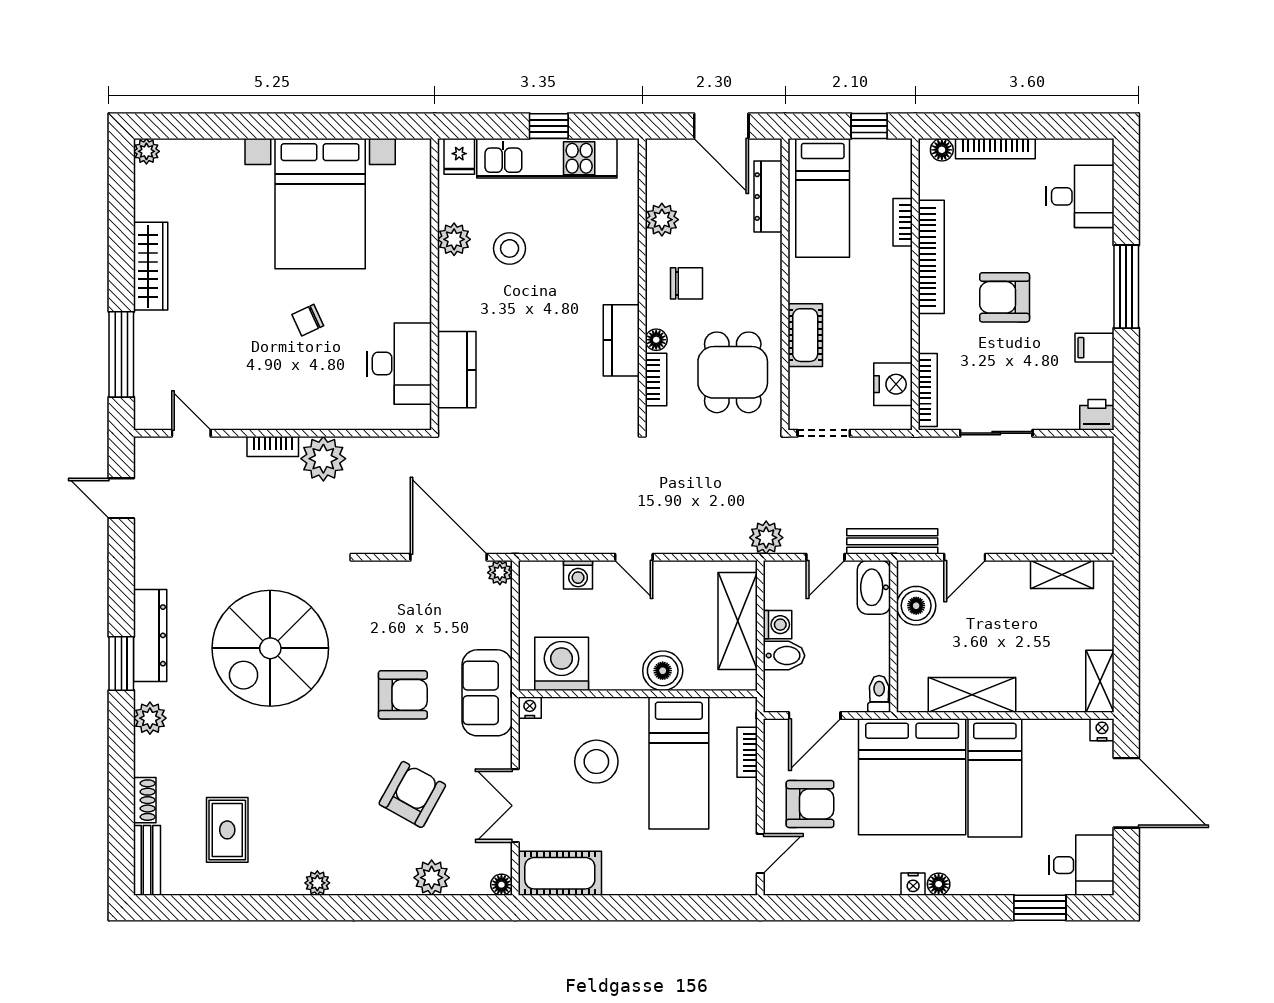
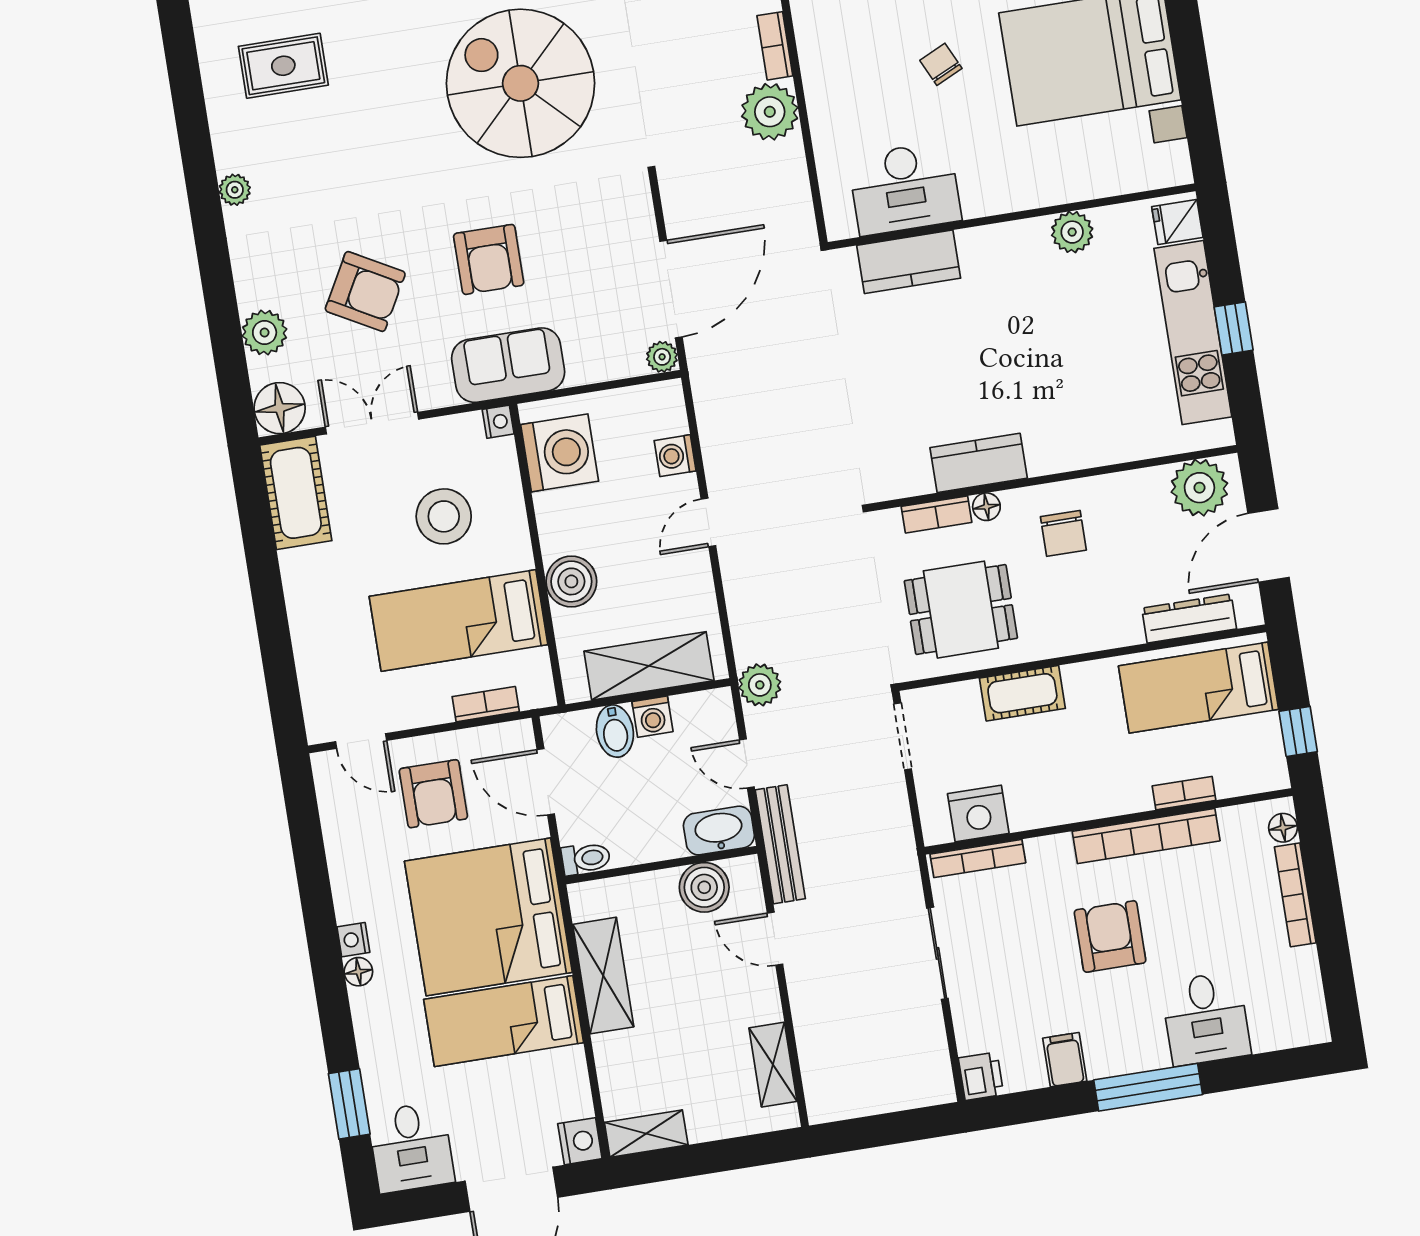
desk: (1080, 196) -> (1206, 1018), moved
plant: (662, 220) -> (1199, 488), moved, width x1.36, depth x1.36
stool: (510, 248) -> (1072, 304), removed
nightstand: (1102, 730) -> (580, 1141), width x1.39, depth x1.35
floor lamp: (501, 885) -> (280, 408), width x1.89, depth x1.89

